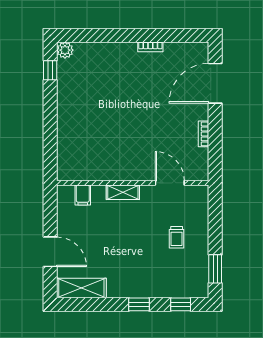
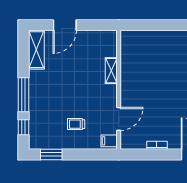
shelving: (123, 192) -> (111, 71), moved
filing cabinet: (83, 195) -> (109, 141), moved
window: (139, 304) -> (23, 95), width x2.17

